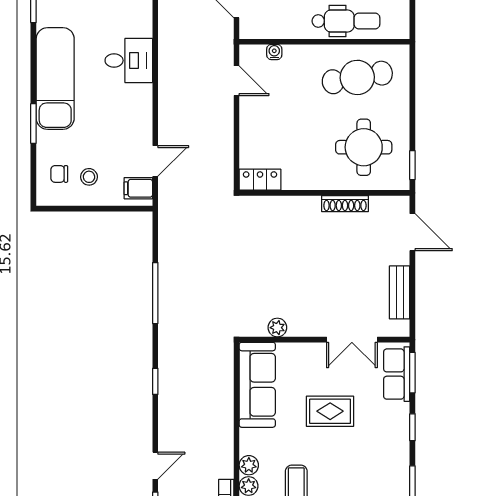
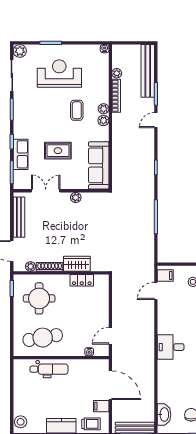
dental chair: (346, 21) -> (49, 369), turned 180
door: (236, 81) -> (110, 336), hinge flipped
locker: (260, 180) -> (82, 280), moved
plant: (379, 204) -> (31, 266), added
wardrobe: (296, 209) -> (77, 264), added
bench: (400, 292) -> (19, 217), width x1.36
plant: (277, 328) -> (76, 198), moved
row of seats: (397, 374) -> (21, 154), moved

